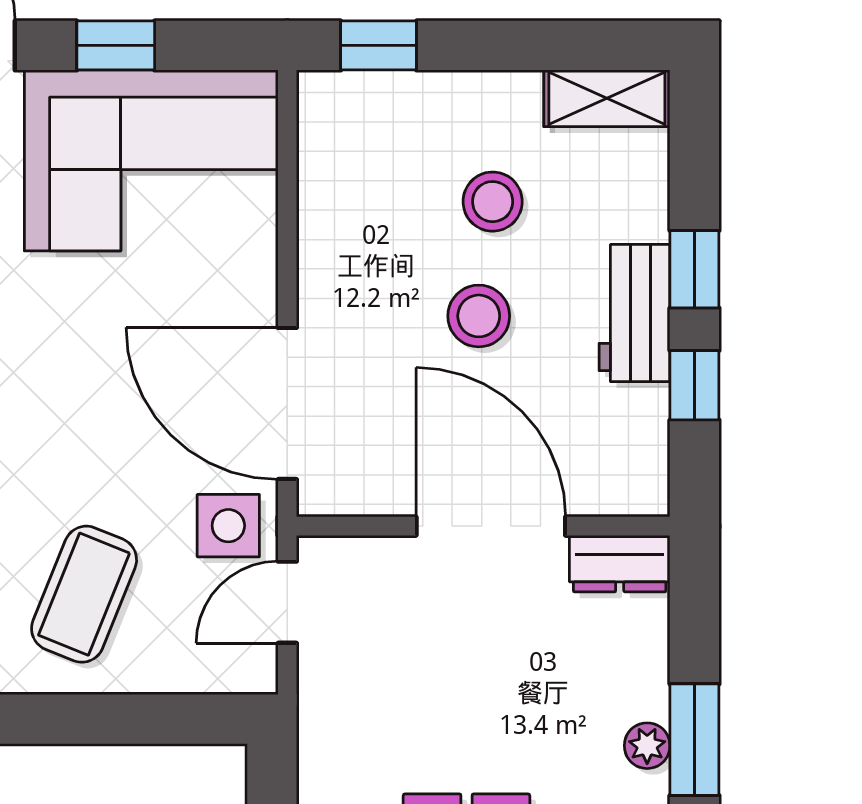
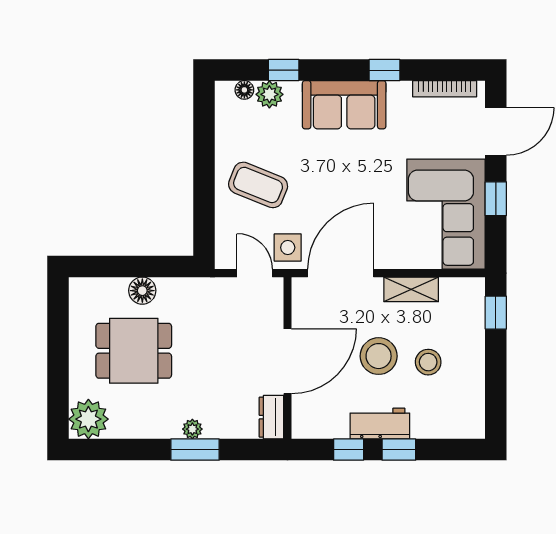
shelving: (607, 98) -> (411, 289), moved, turned 90
stool: (479, 316) -> (379, 356), width x1.38, depth x1.38

